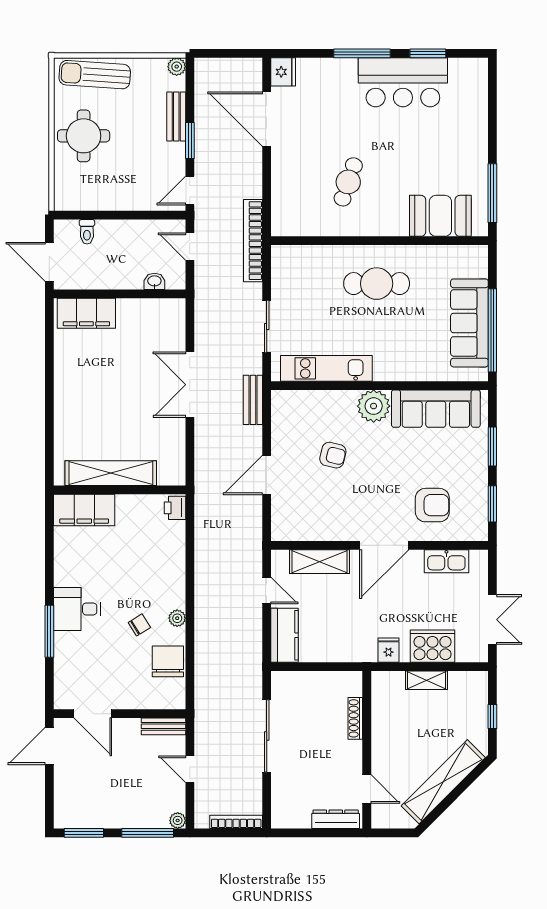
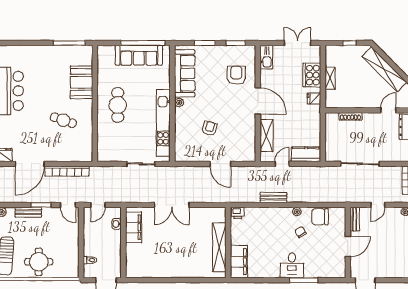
booth: (440, 216) -> (81, 82), moved
bookcase: (253, 241) -> (67, 171), moved
filing cabinet: (86, 313) -> (134, 227), moved
kitchen unit: (326, 368) -> (163, 123), width x1.36
bench: (253, 400) -> (273, 198), moved
plant: (374, 406) -> (179, 103), width x0.53, depth x0.53
kitchen sink: (446, 561) -> (266, 57), moved
door: (93, 714) -> (348, 247), moved

